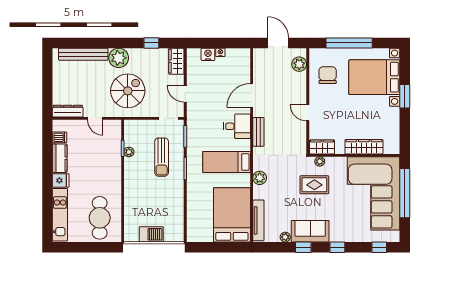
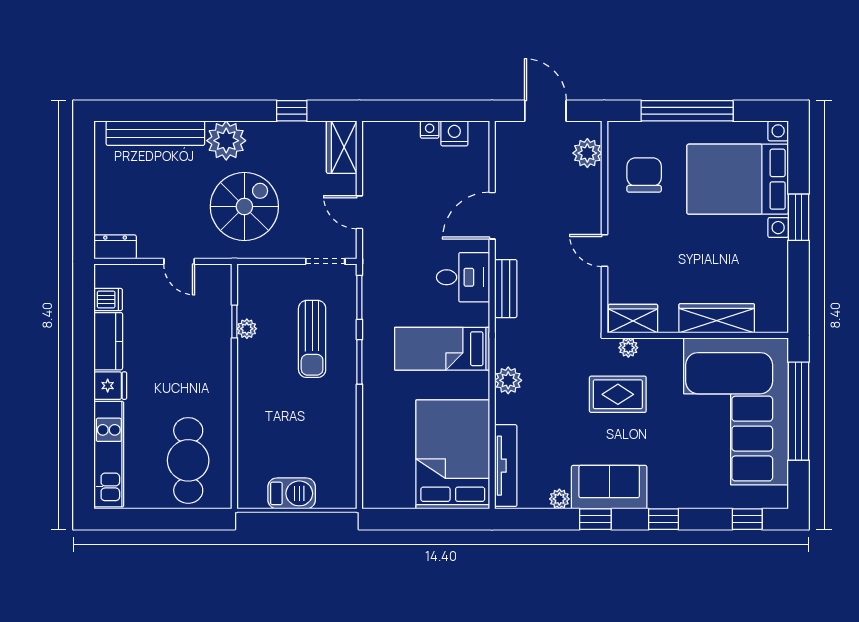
nightstand: (208, 54) -> (454, 133), moved
dresser: (68, 111) -> (115, 247), width x0.70

